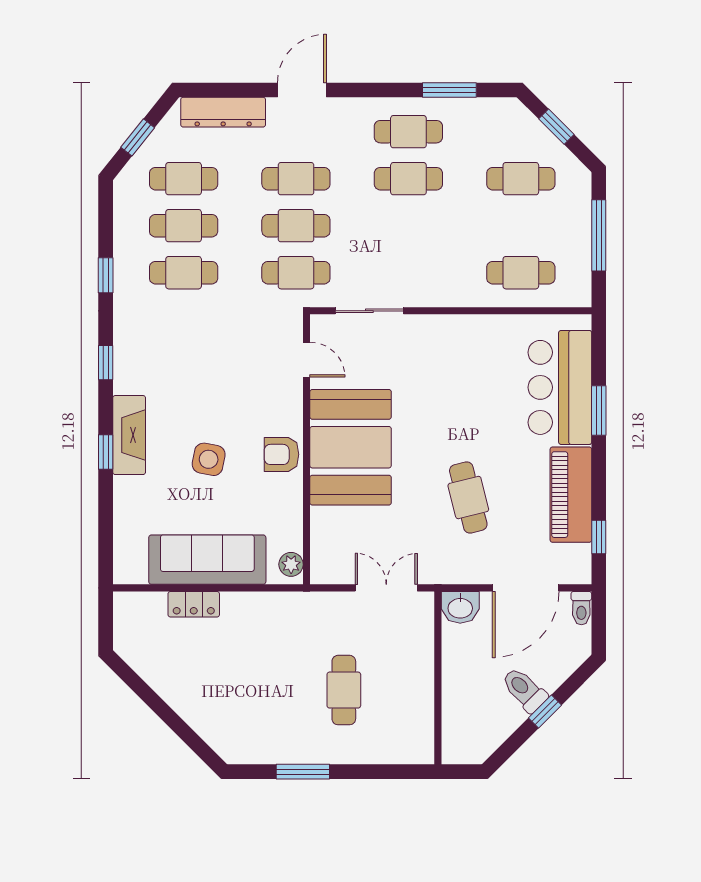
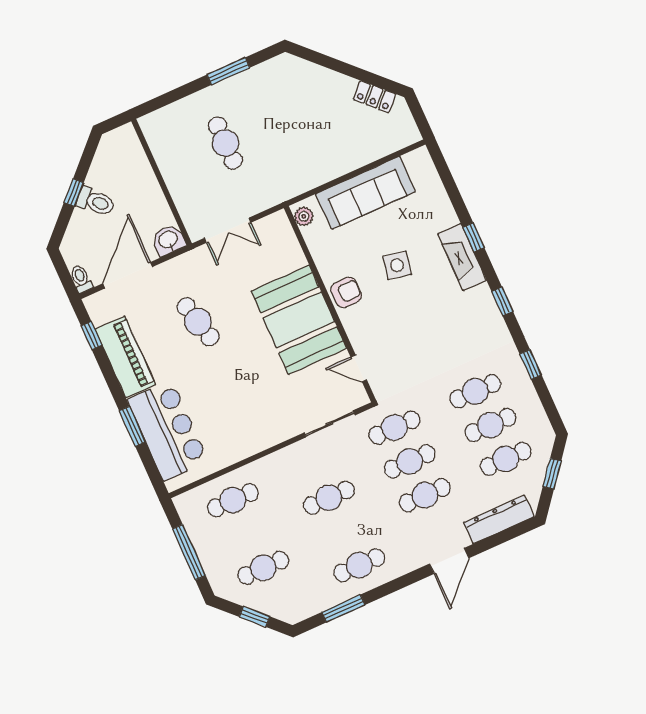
cafe table: (408, 179) -> (329, 498), moved
locker: (194, 604) -> (375, 97), moved, turned -135

